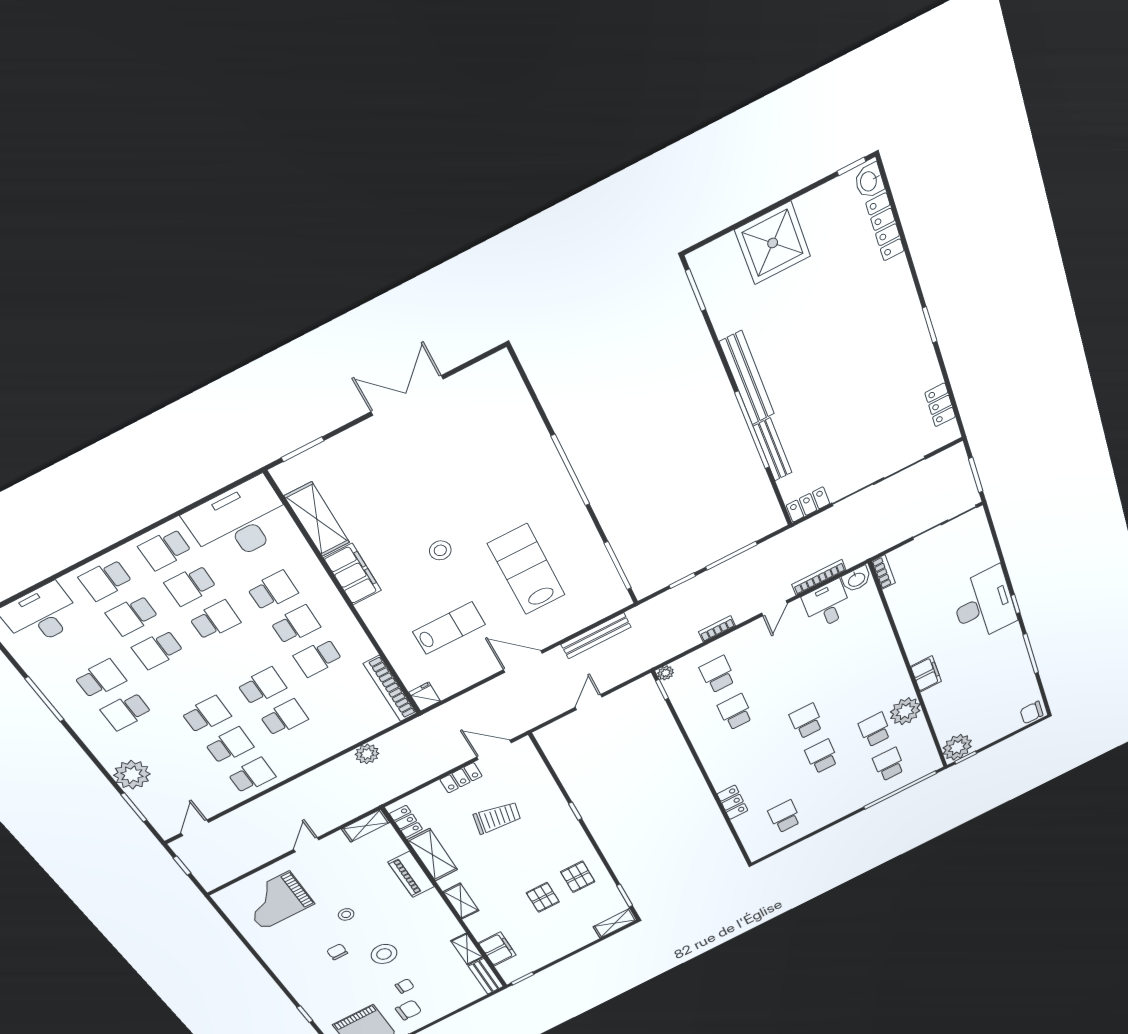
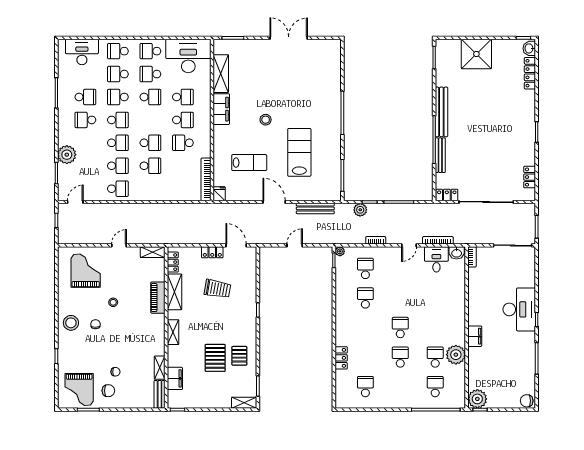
school desk: (182, 683) -> (118, 120), added
plant: (367, 754) -> (360, 210), moved
pallet: (543, 897) -> (215, 358), width x1.50, depth x1.42
grand piano: (276, 901) -> (86, 271), turned 90
stool: (384, 954) -> (71, 323), moved

